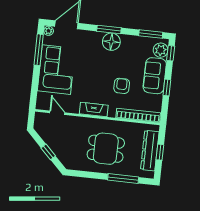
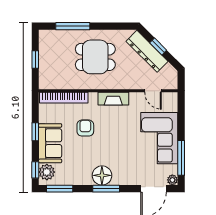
armchair: (122, 86) -> (85, 128), turned 180
dresser: (150, 151) -> (147, 51), moved, turned 135

